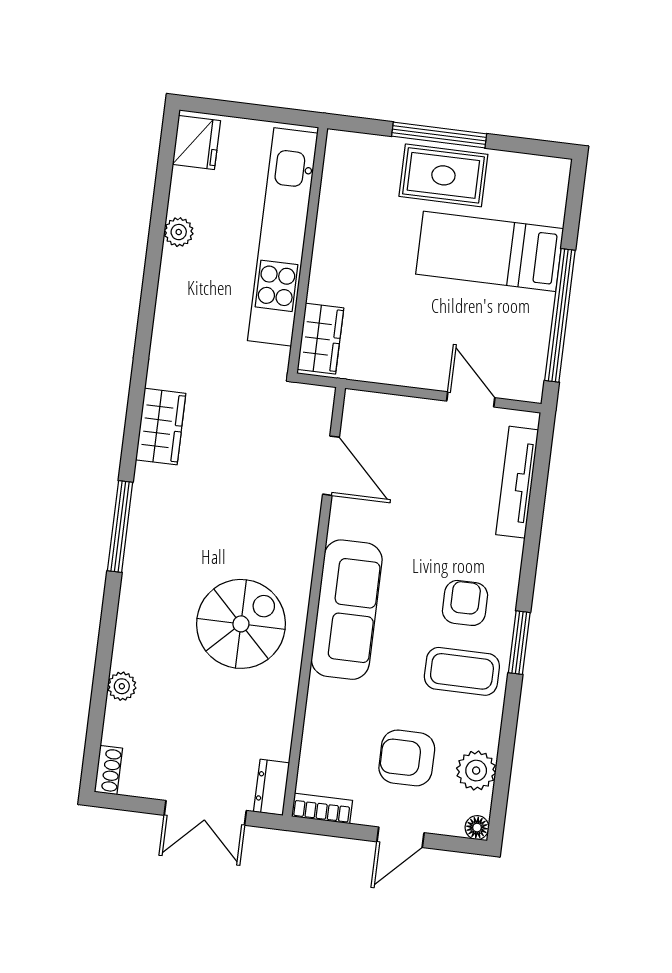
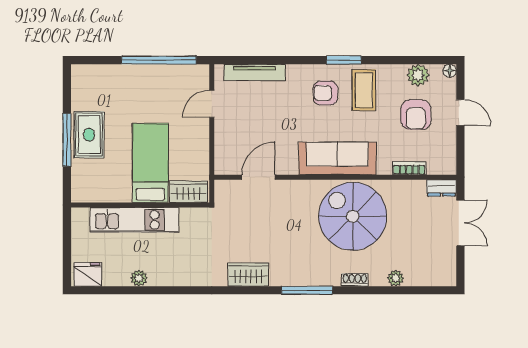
kitchen unit: (283, 237) -> (134, 220), width x0.73
bed: (490, 251) -> (150, 163), moved, turned 180
spiral stairs: (241, 624) -> (353, 216), width x1.37, depth x1.37
shoe rack: (108, 770) -> (355, 280), moved
bookcase: (322, 808) -> (409, 168), moved, turned 90

